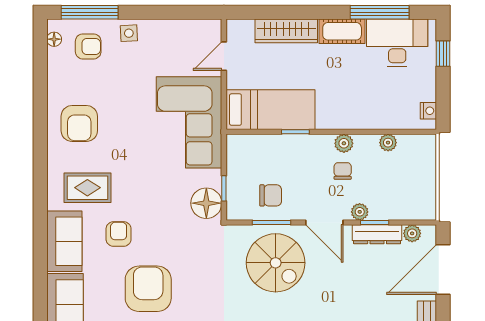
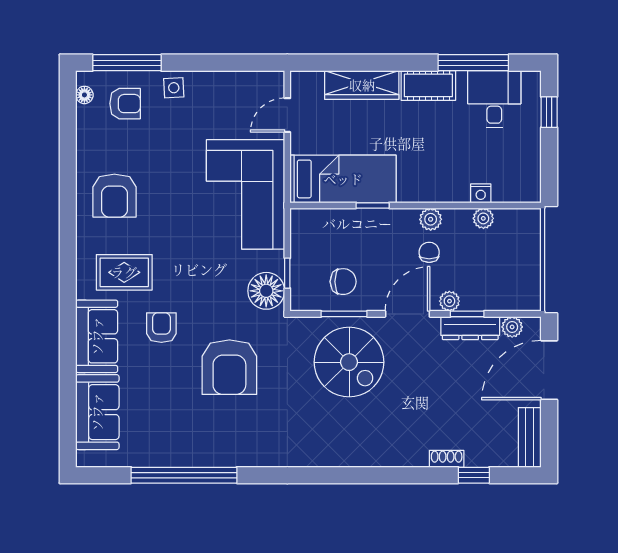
desk: (397, 43) -> (494, 99), width x0.73
nightstand: (428, 111) -> (481, 193), moved, turned 90
door: (324, 222) -> (407, 314), swing flipped
armchair: (148, 289) -> (229, 367), moved, turned 180

